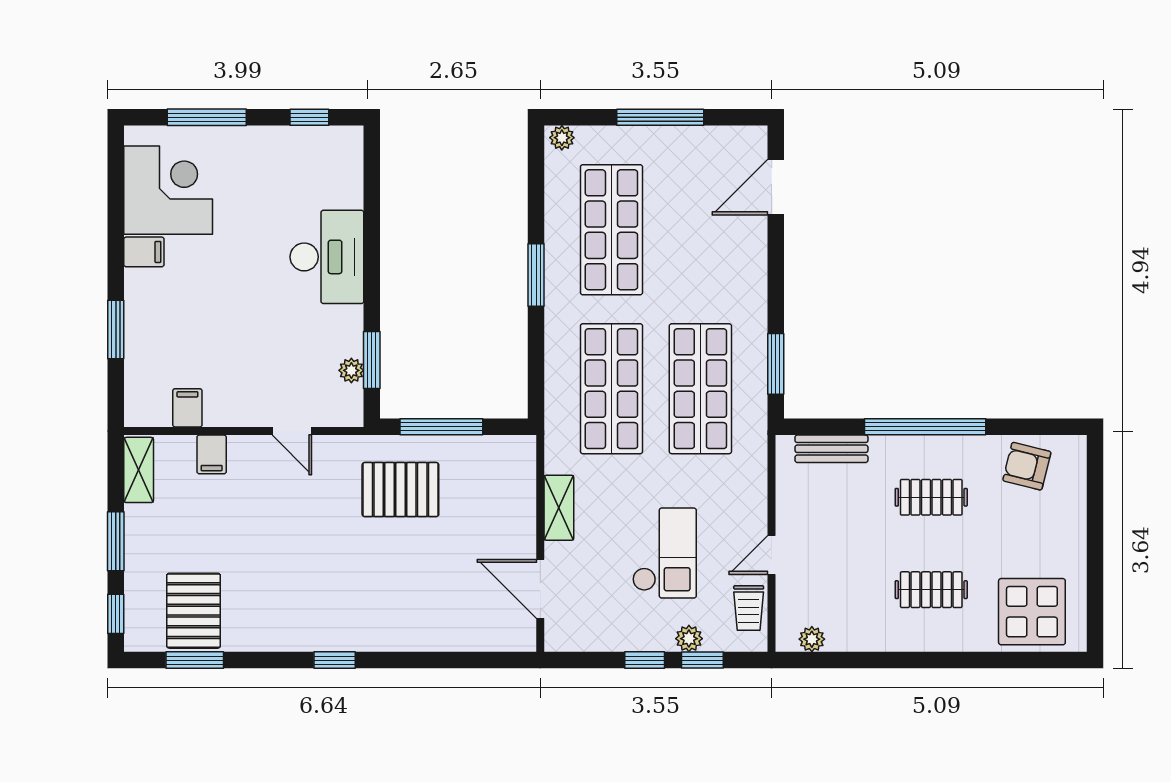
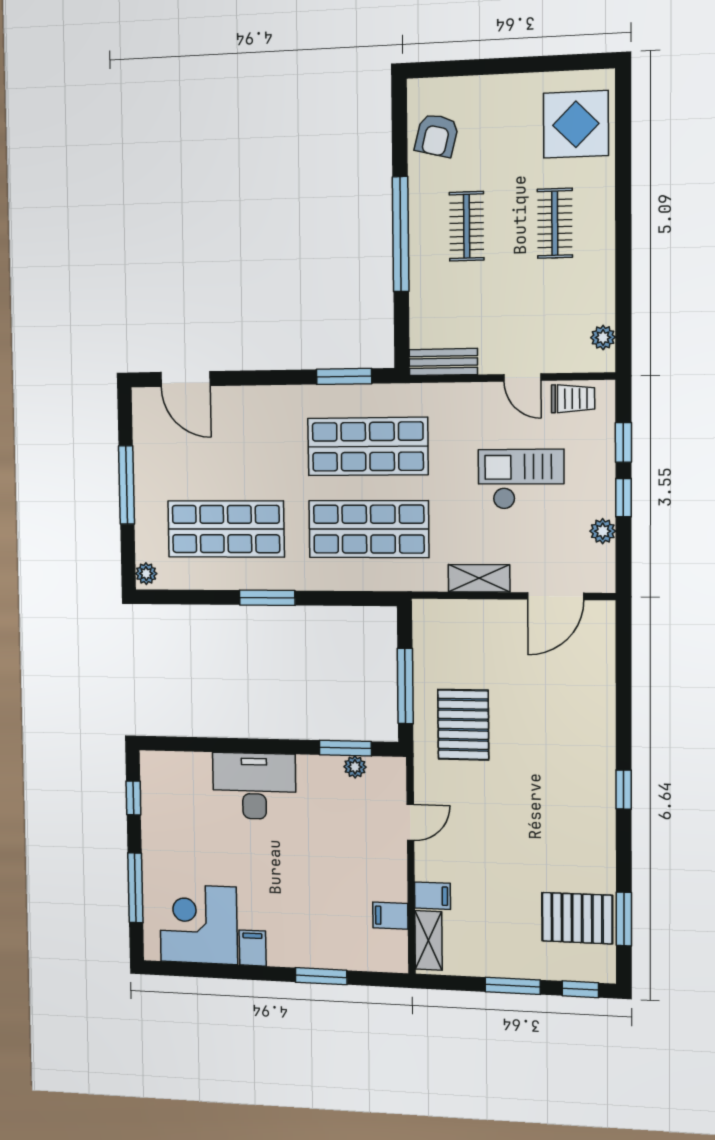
bench: (831, 449) -> (443, 362), moved, turned 90
shelving: (139, 470) -> (429, 940), moved, turned 90
plant: (689, 639) -> (603, 531), moved

